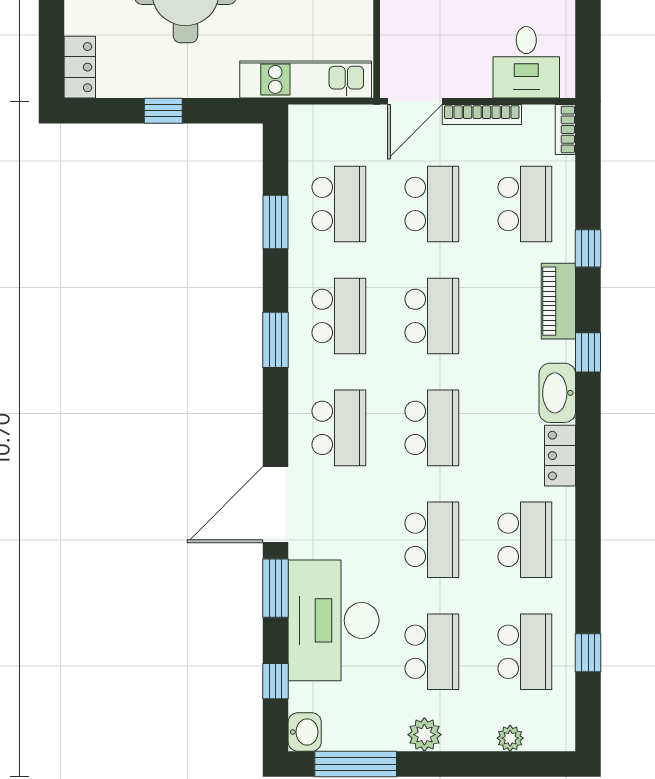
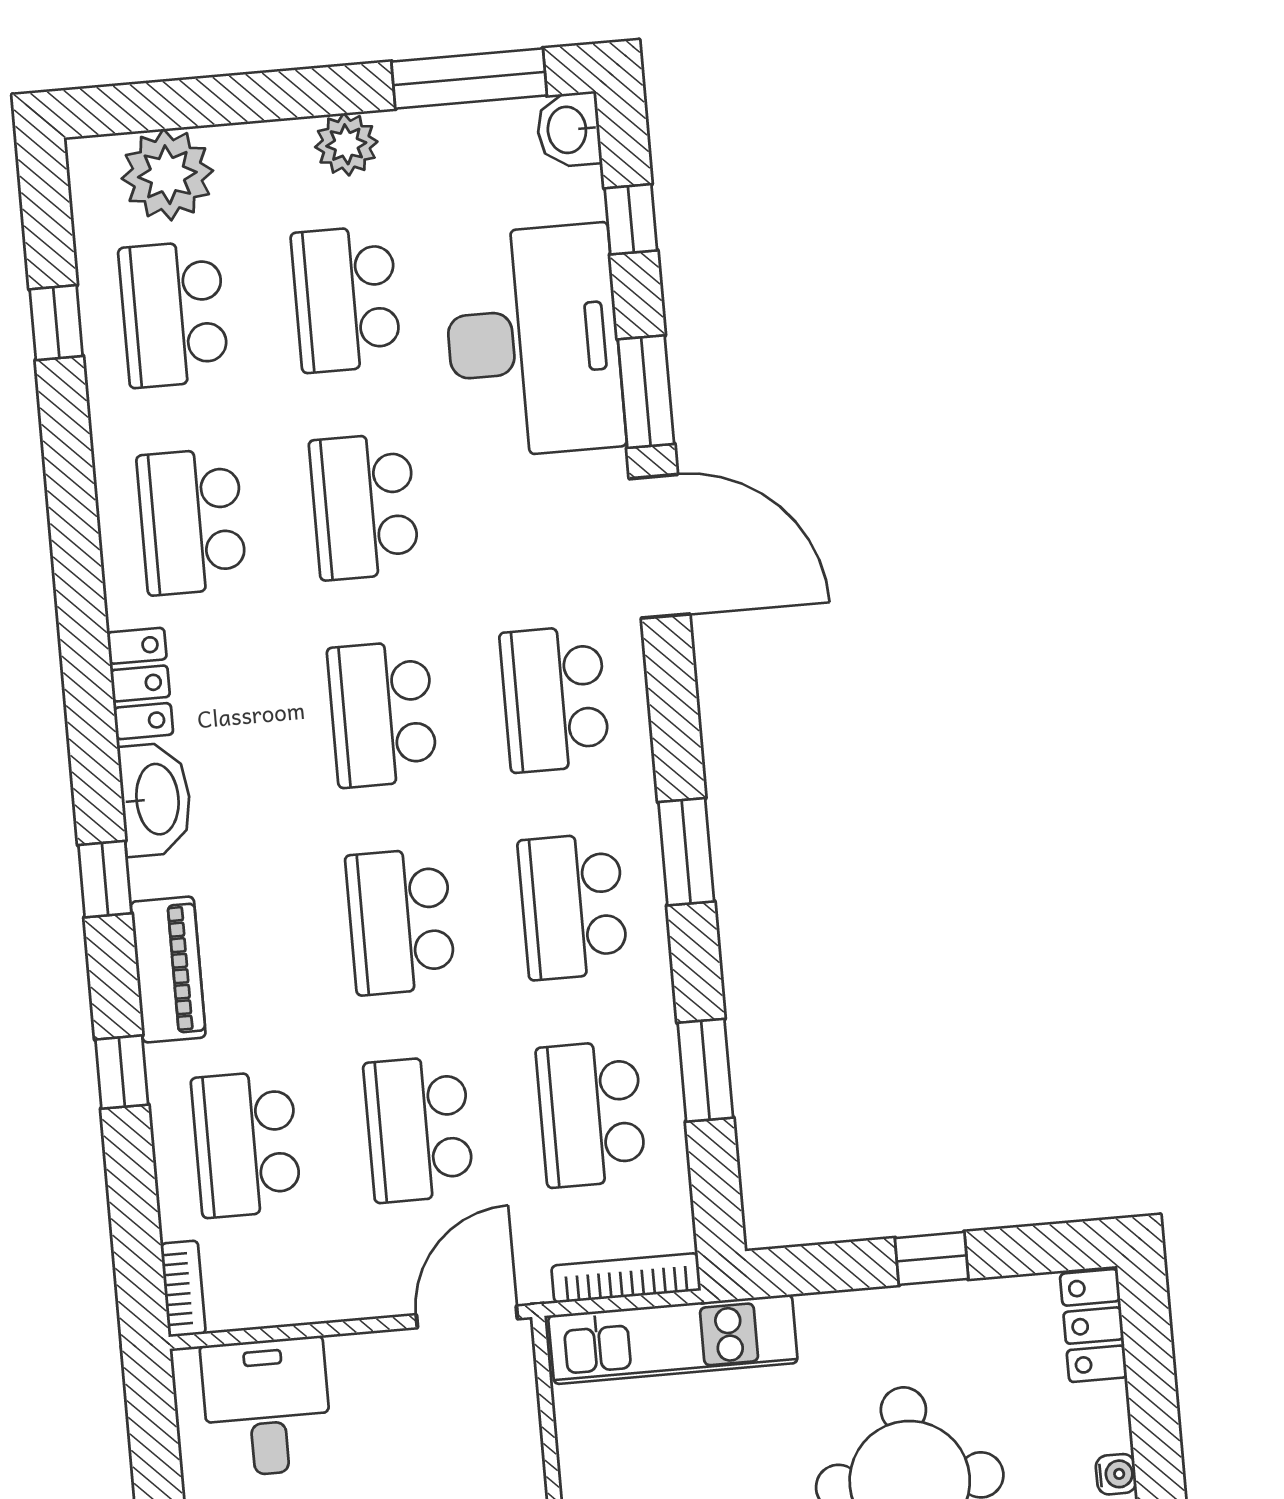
bookcase: (482, 114) -> (626, 1278), moved
door: (276, 505) -> (659, 546), hinge flipped
plant: (510, 738) -> (167, 175), width x1.88, depth x1.88

